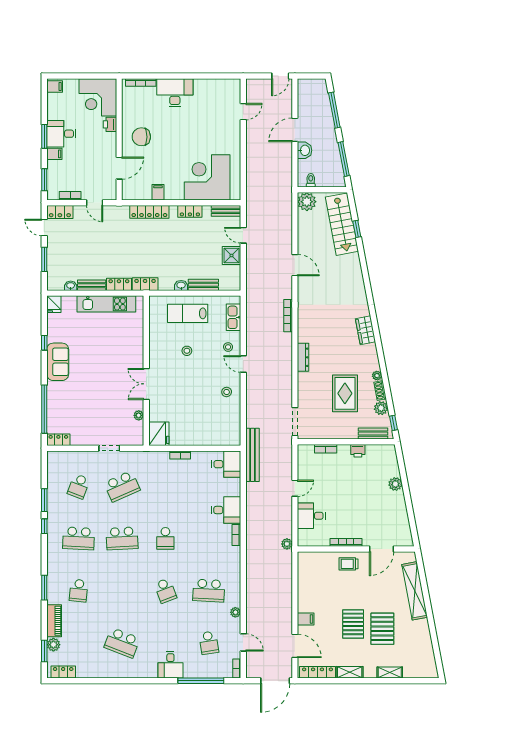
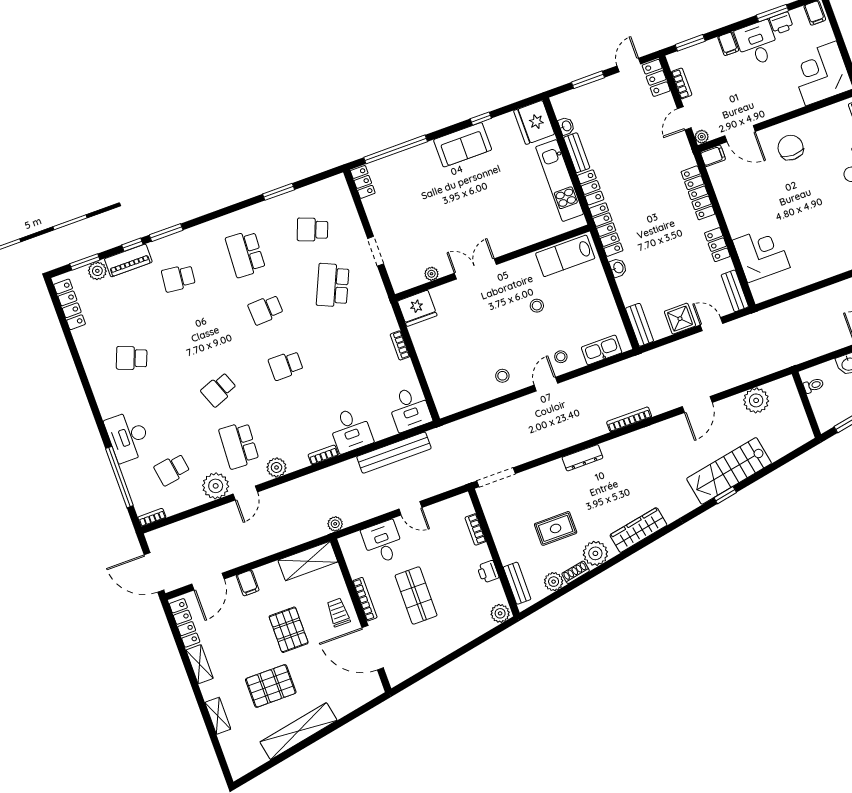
printer: (110, 124) -> (781, 23), moved, turned 180
window: (44, 136) -> (772, 13), moved
corner desk: (207, 177) -> (761, 254), width x0.74, depth x0.74
filing cabinet: (158, 192) -> (713, 156), moved
plant: (112, 195) -> (702, 137), added
plant: (307, 202) -> (756, 400), moved
stairs: (342, 224) -> (729, 471), moved
window: (357, 229) -> (725, 495), moved
door: (243, 235) -> (711, 324), hinge flipped
locker: (145, 284) -> (606, 230), width x1.53
bench: (203, 285) -> (640, 325), moved
fridge: (54, 304) -> (534, 122), width x1.88, depth x1.34
lab bench: (188, 313) -> (565, 256), moved, turned -90
wardrobe: (365, 330) -> (638, 530), width x1.50
plant: (377, 376) -> (595, 553), width x1.88, depth x1.88
rug: (345, 393) -> (556, 528), width x0.73, depth x0.70
window: (393, 423) -> (540, 605), removed
bench: (252, 455) -> (394, 453), moved
plant: (395, 484) -> (500, 613), moved
school desk: (122, 486) -> (333, 285), turned 48
shop shelf: (356, 506) -> (416, 595), added
window: (44, 526) -> (132, 245), moved
school desk: (122, 538) -> (266, 310), width x0.54
door: (381, 549) -> (373, 648), width x1.36
plant: (233, 570) -> (277, 467), added
shelving: (306, 572) -> (308, 561), added
shelving: (415, 591) -> (298, 731), moved
plant: (235, 612) -> (216, 486), width x1.88, depth x1.88
pallet: (353, 624) -> (289, 630), moved, turned 90
door: (243, 642) -> (245, 493), moved
school desk: (122, 643) -> (132, 358), width x0.54
desk: (170, 665) -> (128, 436), width x1.37
locker: (63, 672) -> (70, 304), width x1.53

